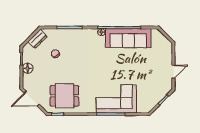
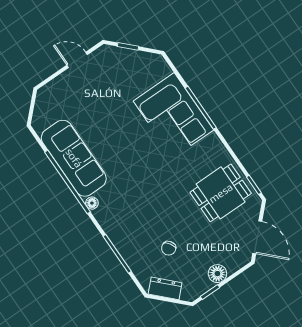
dining table: (64, 96) -> (221, 193), turned 90

